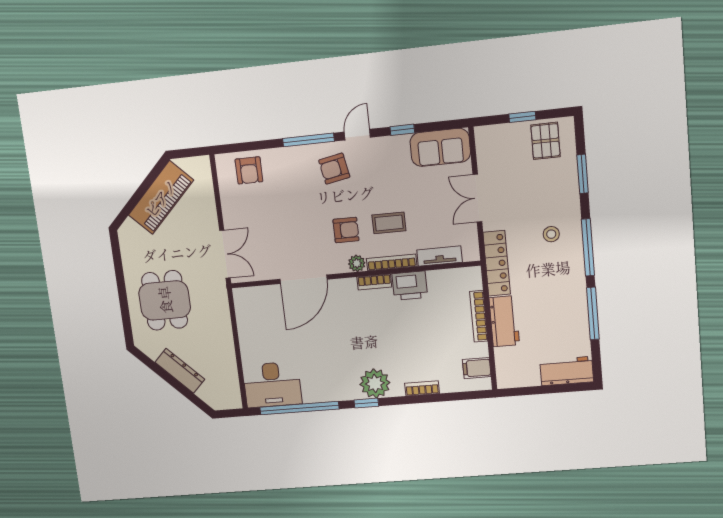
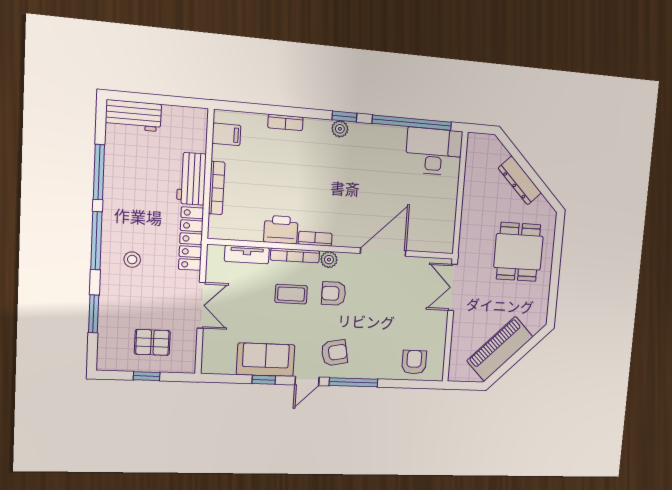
pallet: (545, 141) -> (152, 342), moved, turned 90
sofa: (440, 147) -> (266, 360), moved
plant: (375, 383) -> (340, 129), width x0.53, depth x0.53

